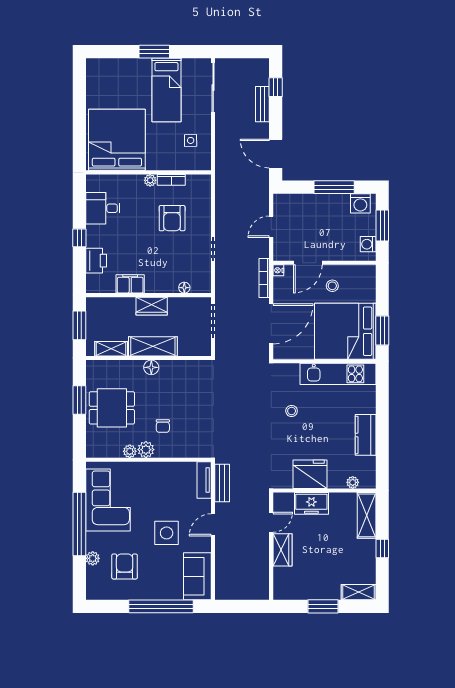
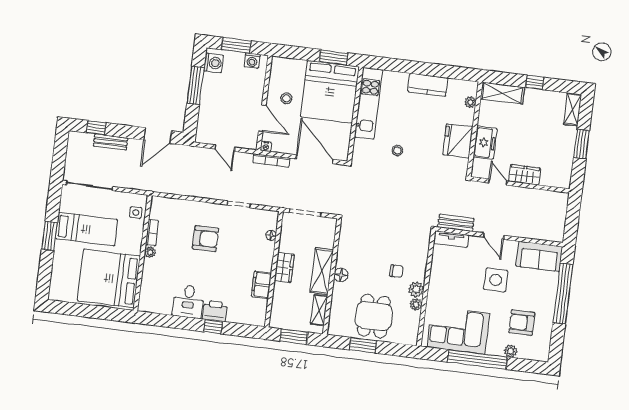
bed: (117, 140) -> (109, 278), moved
wall: (148, 172) -> (143, 253), moved
plant: (150, 180) -> (150, 252), moved
bookcase: (171, 180) -> (152, 233), moved
printer: (96, 261) -> (215, 311), moved

